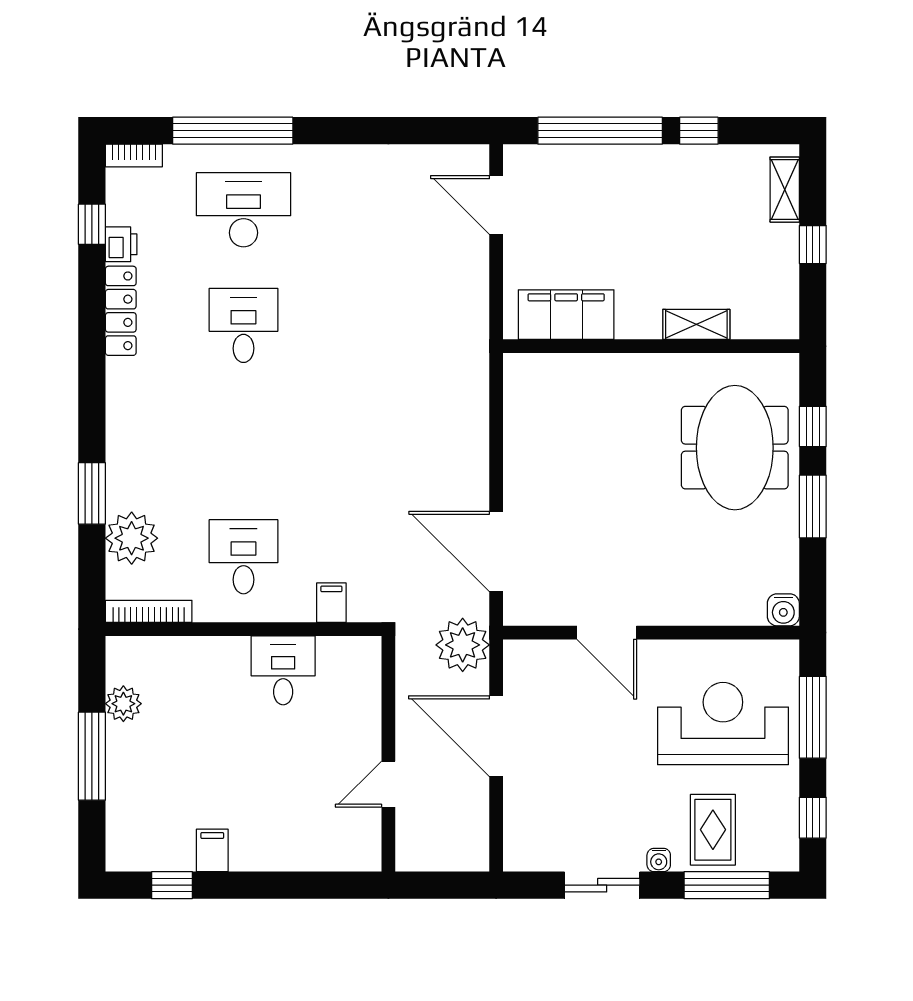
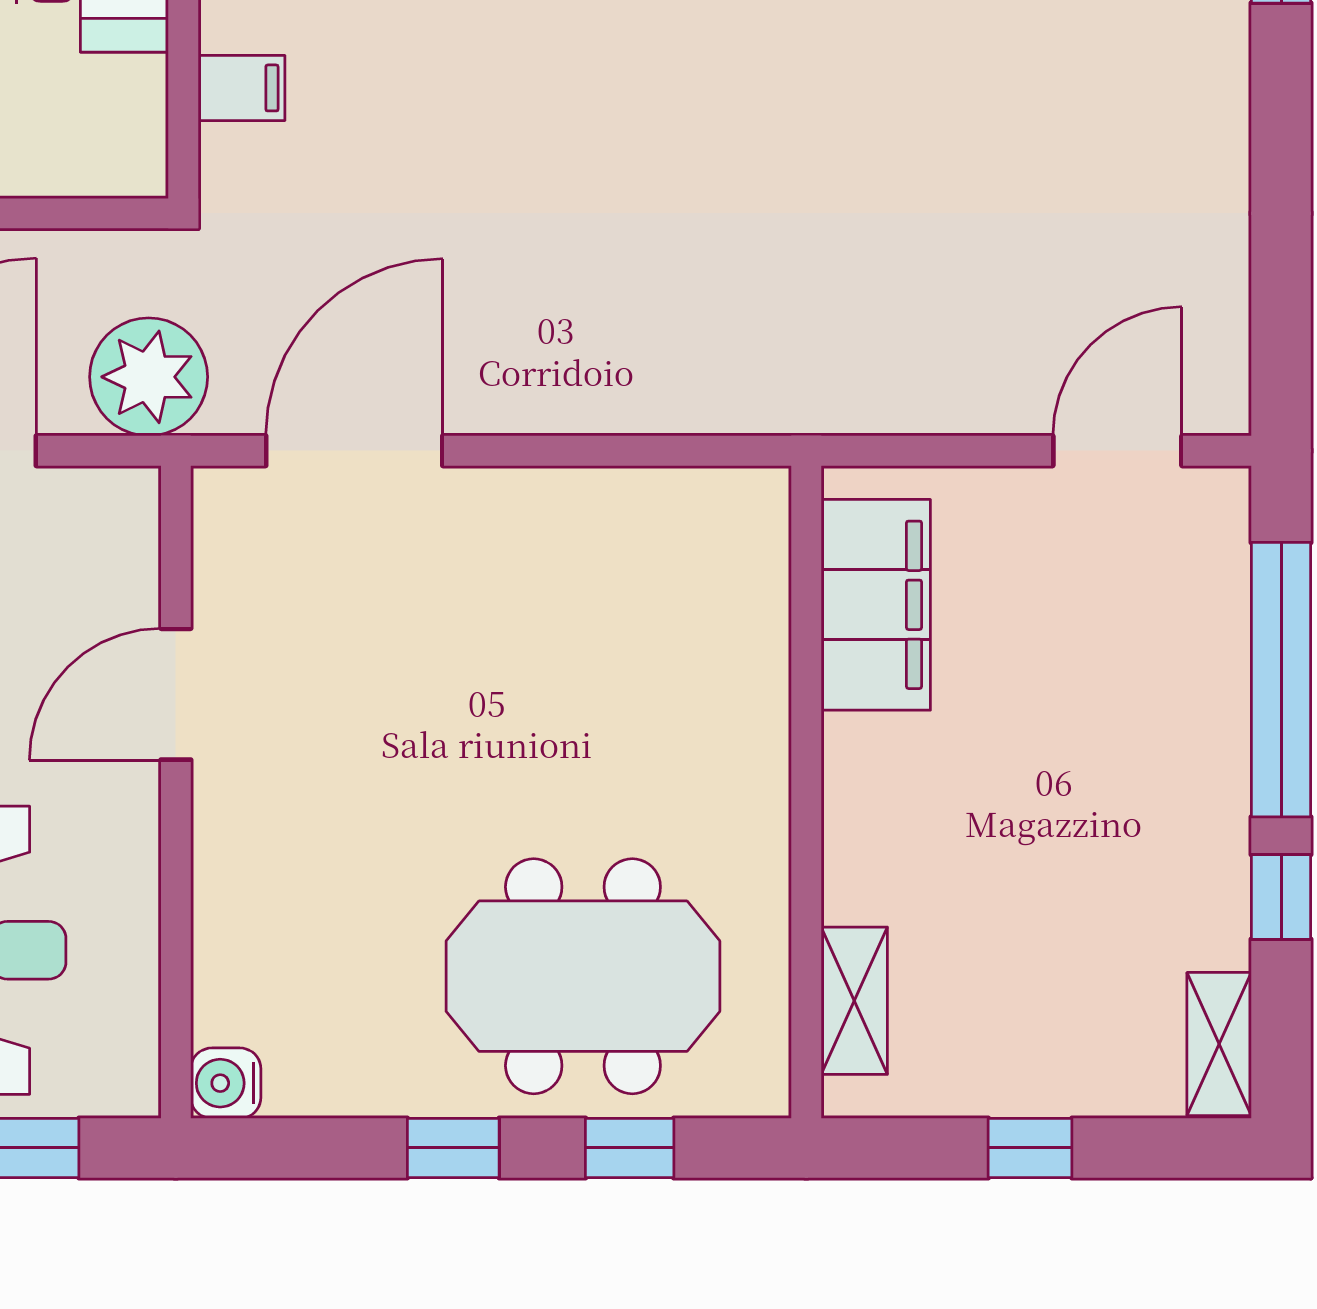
shelving: (785, 190) -> (1219, 1044), moved, turned 90
shelving: (696, 324) -> (854, 1001), moved
window: (813, 507) -> (453, 1148), width x0.67

